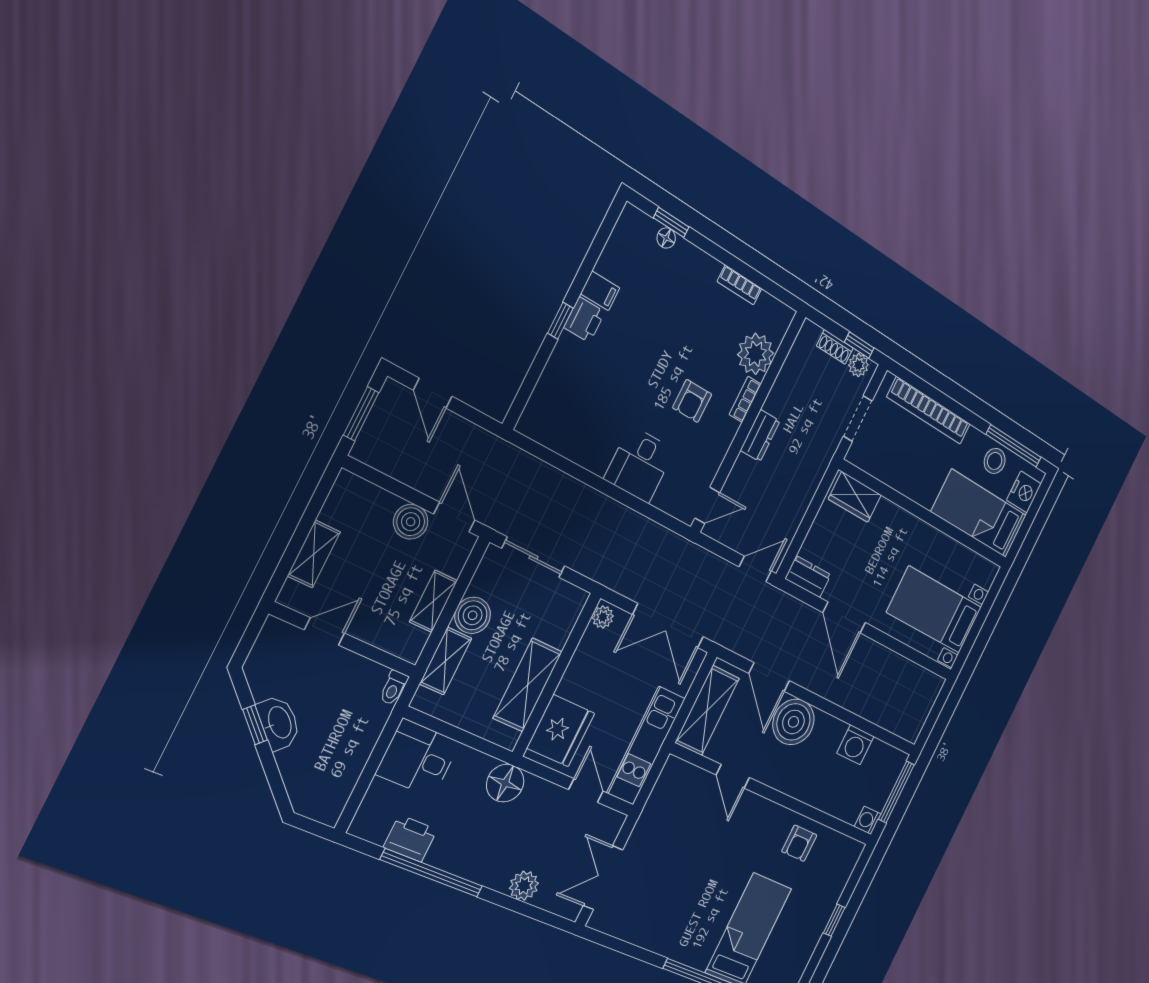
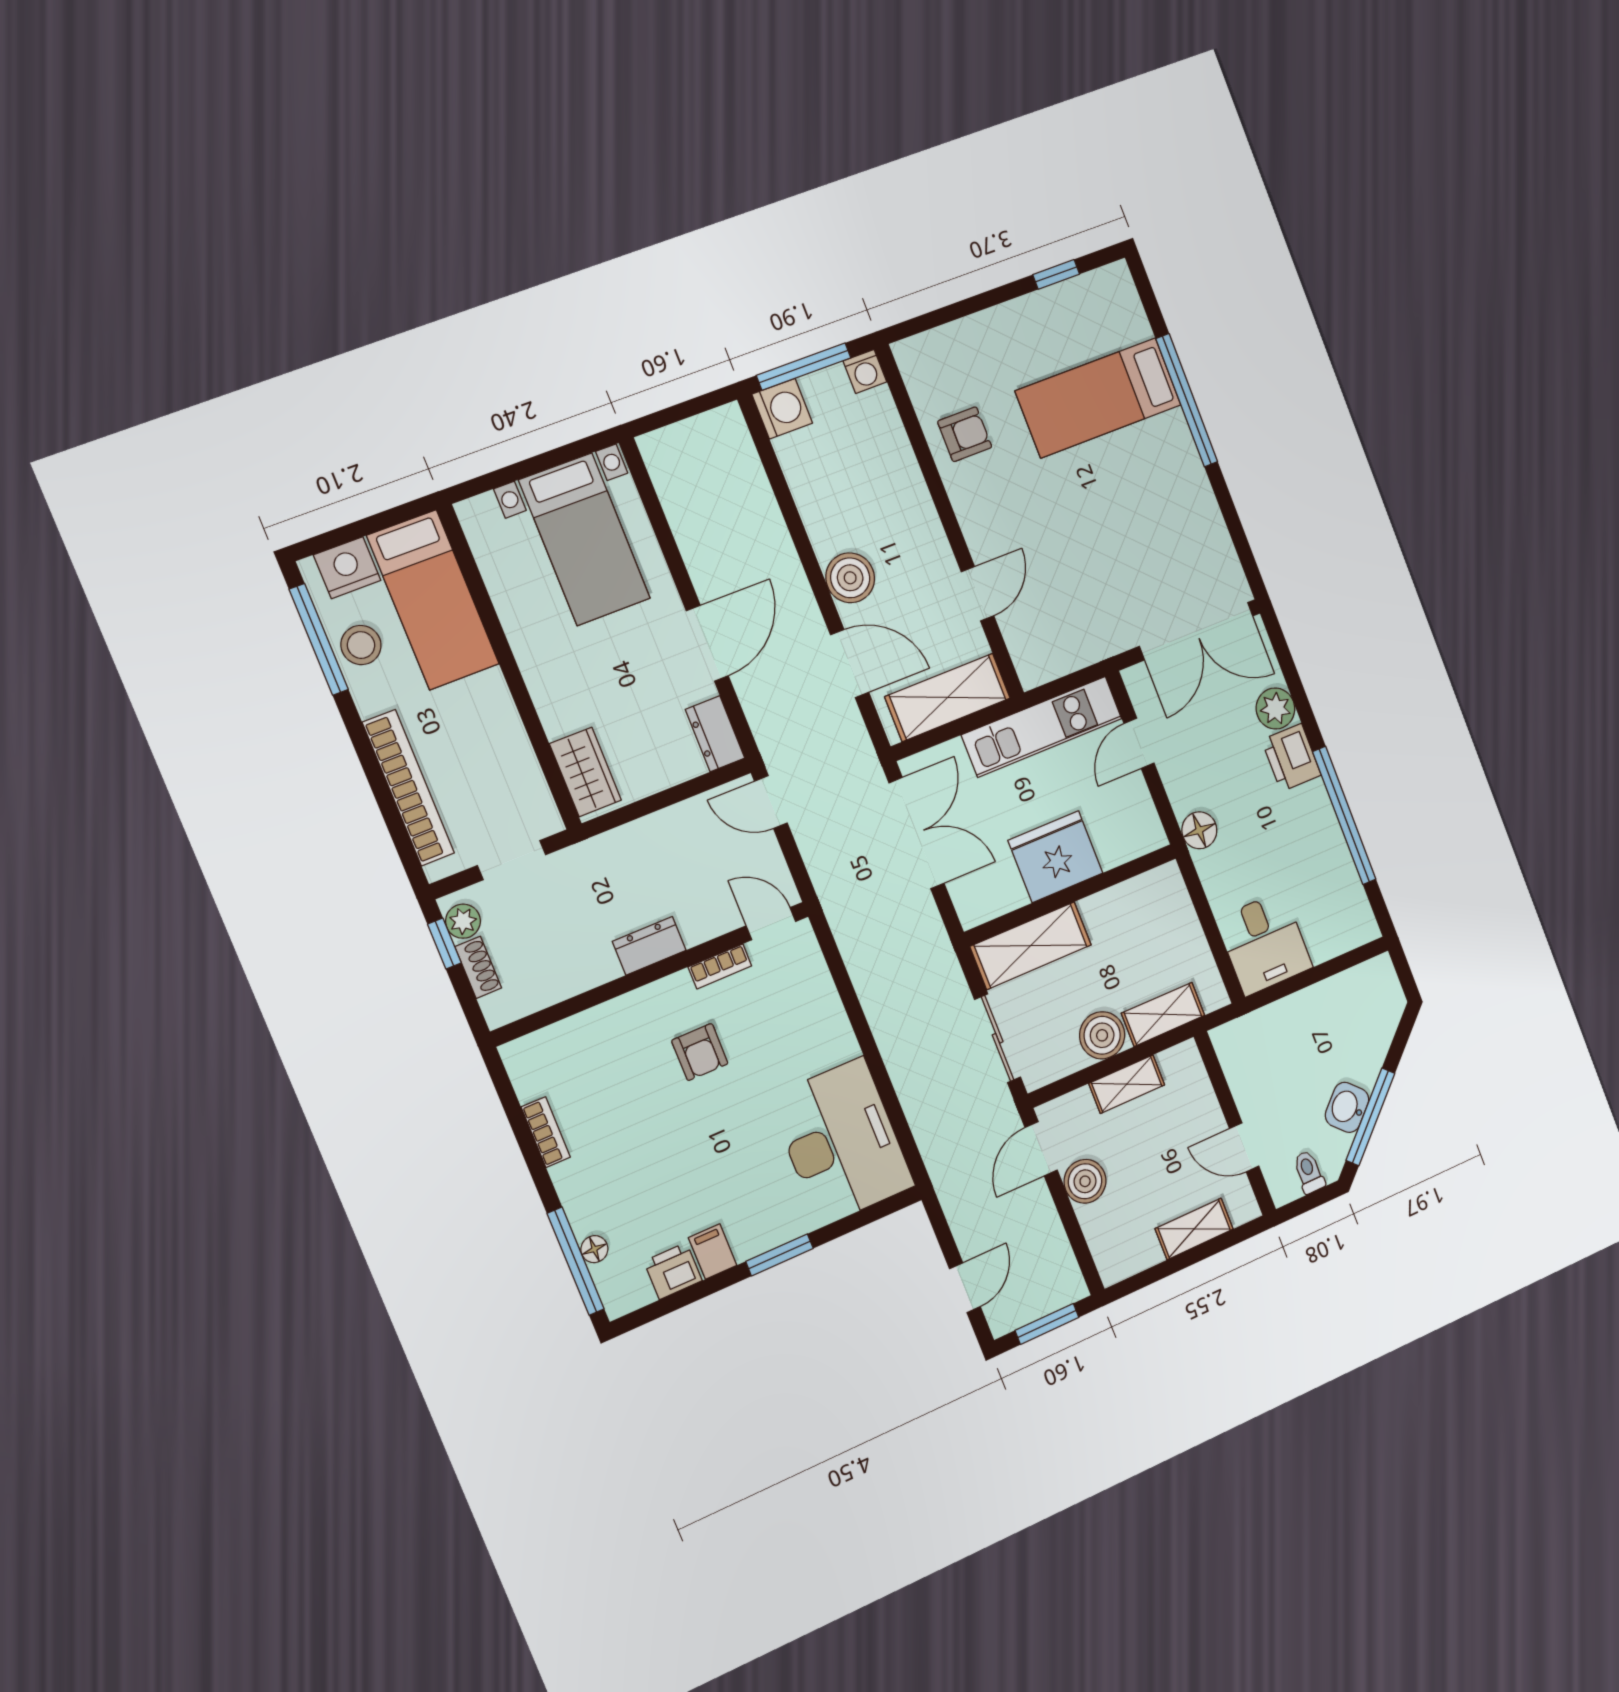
window: (671, 222) -> (576, 1261), width x2.17
printer: (584, 320) -> (673, 1271), moved
window: (560, 321) -> (780, 1255), width x1.50
plant: (755, 354) -> (585, 1041), removed
bookcase: (745, 399) -> (720, 966), moved
armchair: (692, 401) -> (700, 1052), turned 90
desk: (639, 464) -> (842, 1142), moved, width x1.87, depth x1.30
plant: (603, 617) -> (977, 910), removed
door: (769, 677) -> (850, 664), hinge flipped
shelving: (528, 685) -> (1031, 946), moved
toilet: (394, 688) -> (1309, 1172), moved, turned -90
boiler: (793, 722) -> (850, 578), width x0.73, depth x0.73
washbasin: (279, 723) -> (1347, 1107), width x0.72
window: (255, 725) -> (1370, 1117), width x2.17
fridge: (561, 731) -> (1055, 857), moved
washing machine: (855, 745) -> (782, 409), moved
floor lamp: (505, 783) -> (1199, 830), width x0.73, depth x0.73
printer: (410, 838) -> (1291, 758), moved
double door: (603, 878) -> (1196, 631), width x1.37
window: (834, 920) -> (1056, 274), moved

